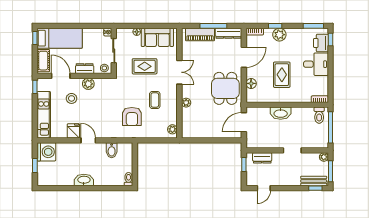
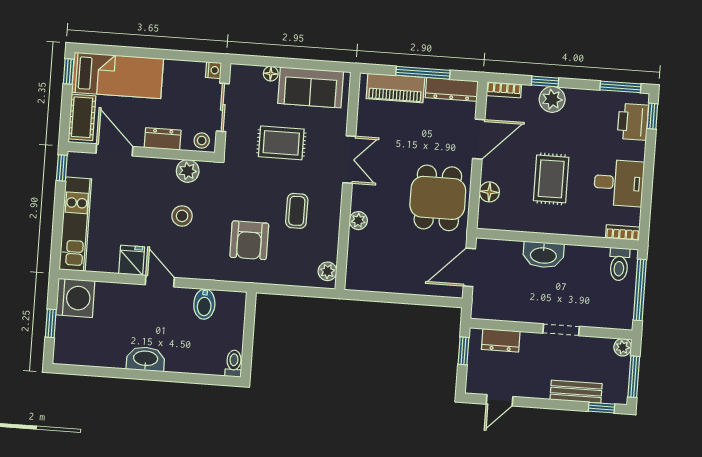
desk: (316, 64) -> (619, 183), moved
plant: (88, 84) -> (188, 171), moved
stool: (72, 98) -> (182, 216), moved
bench: (314, 181) -> (576, 392), moved

